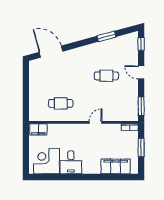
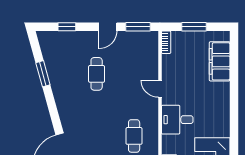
window: (141, 44) -> (67, 27), moved
door: (141, 72) -> (108, 27), moved
desk: (71, 162) -> (177, 120), moved, turned 180

